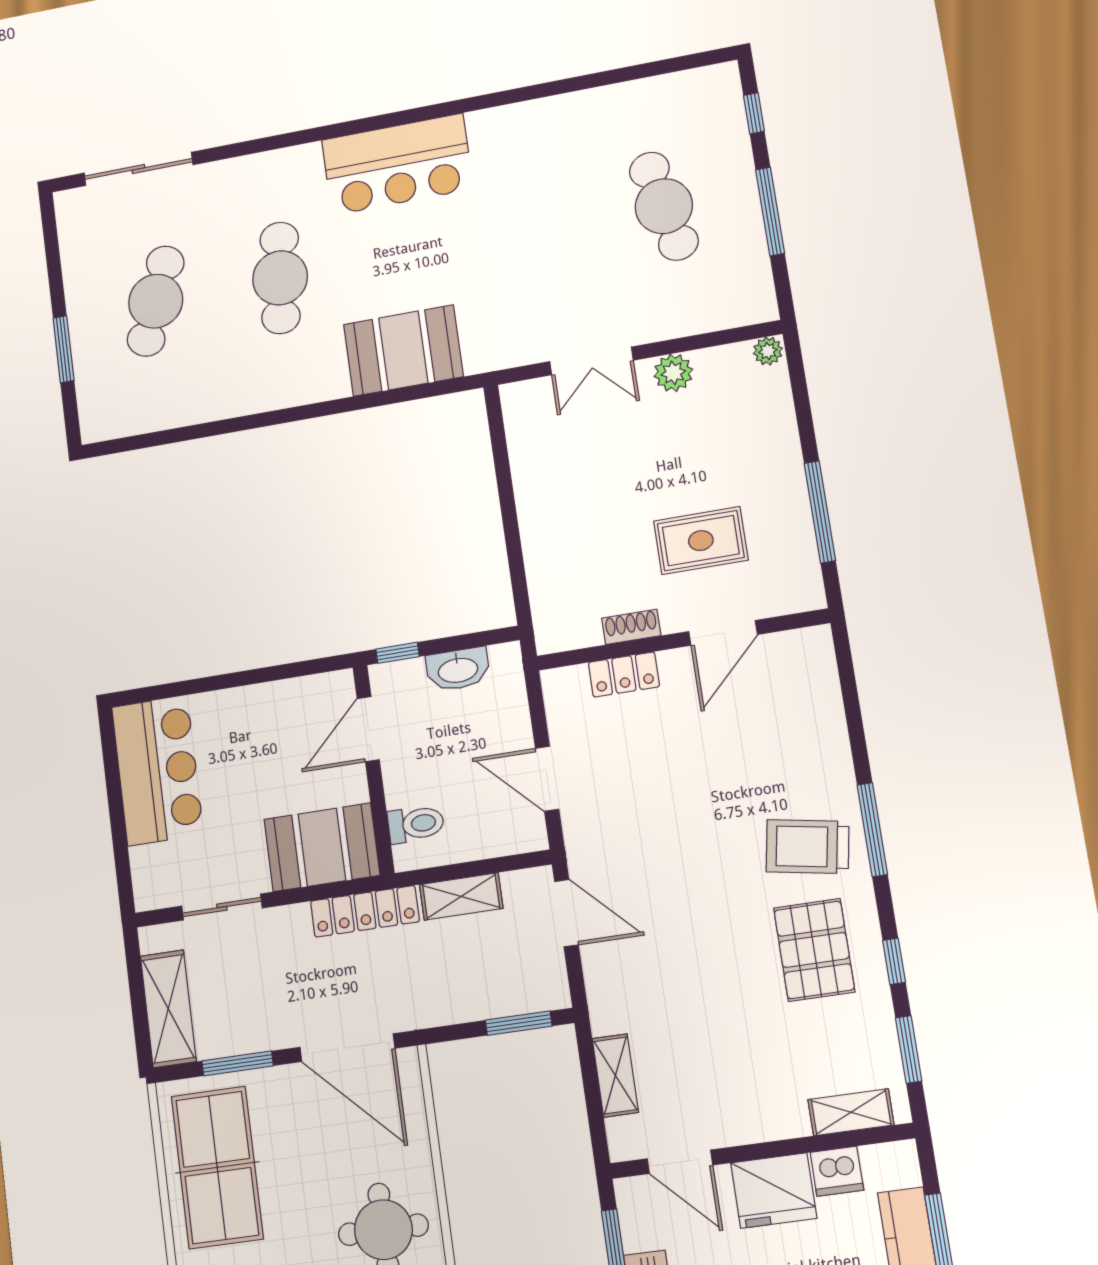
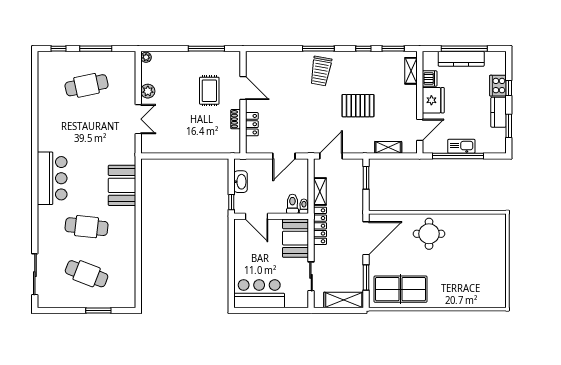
toilet: (414, 857) -> (304, 206), added
pallet: (814, 950) -> (358, 106), moved

